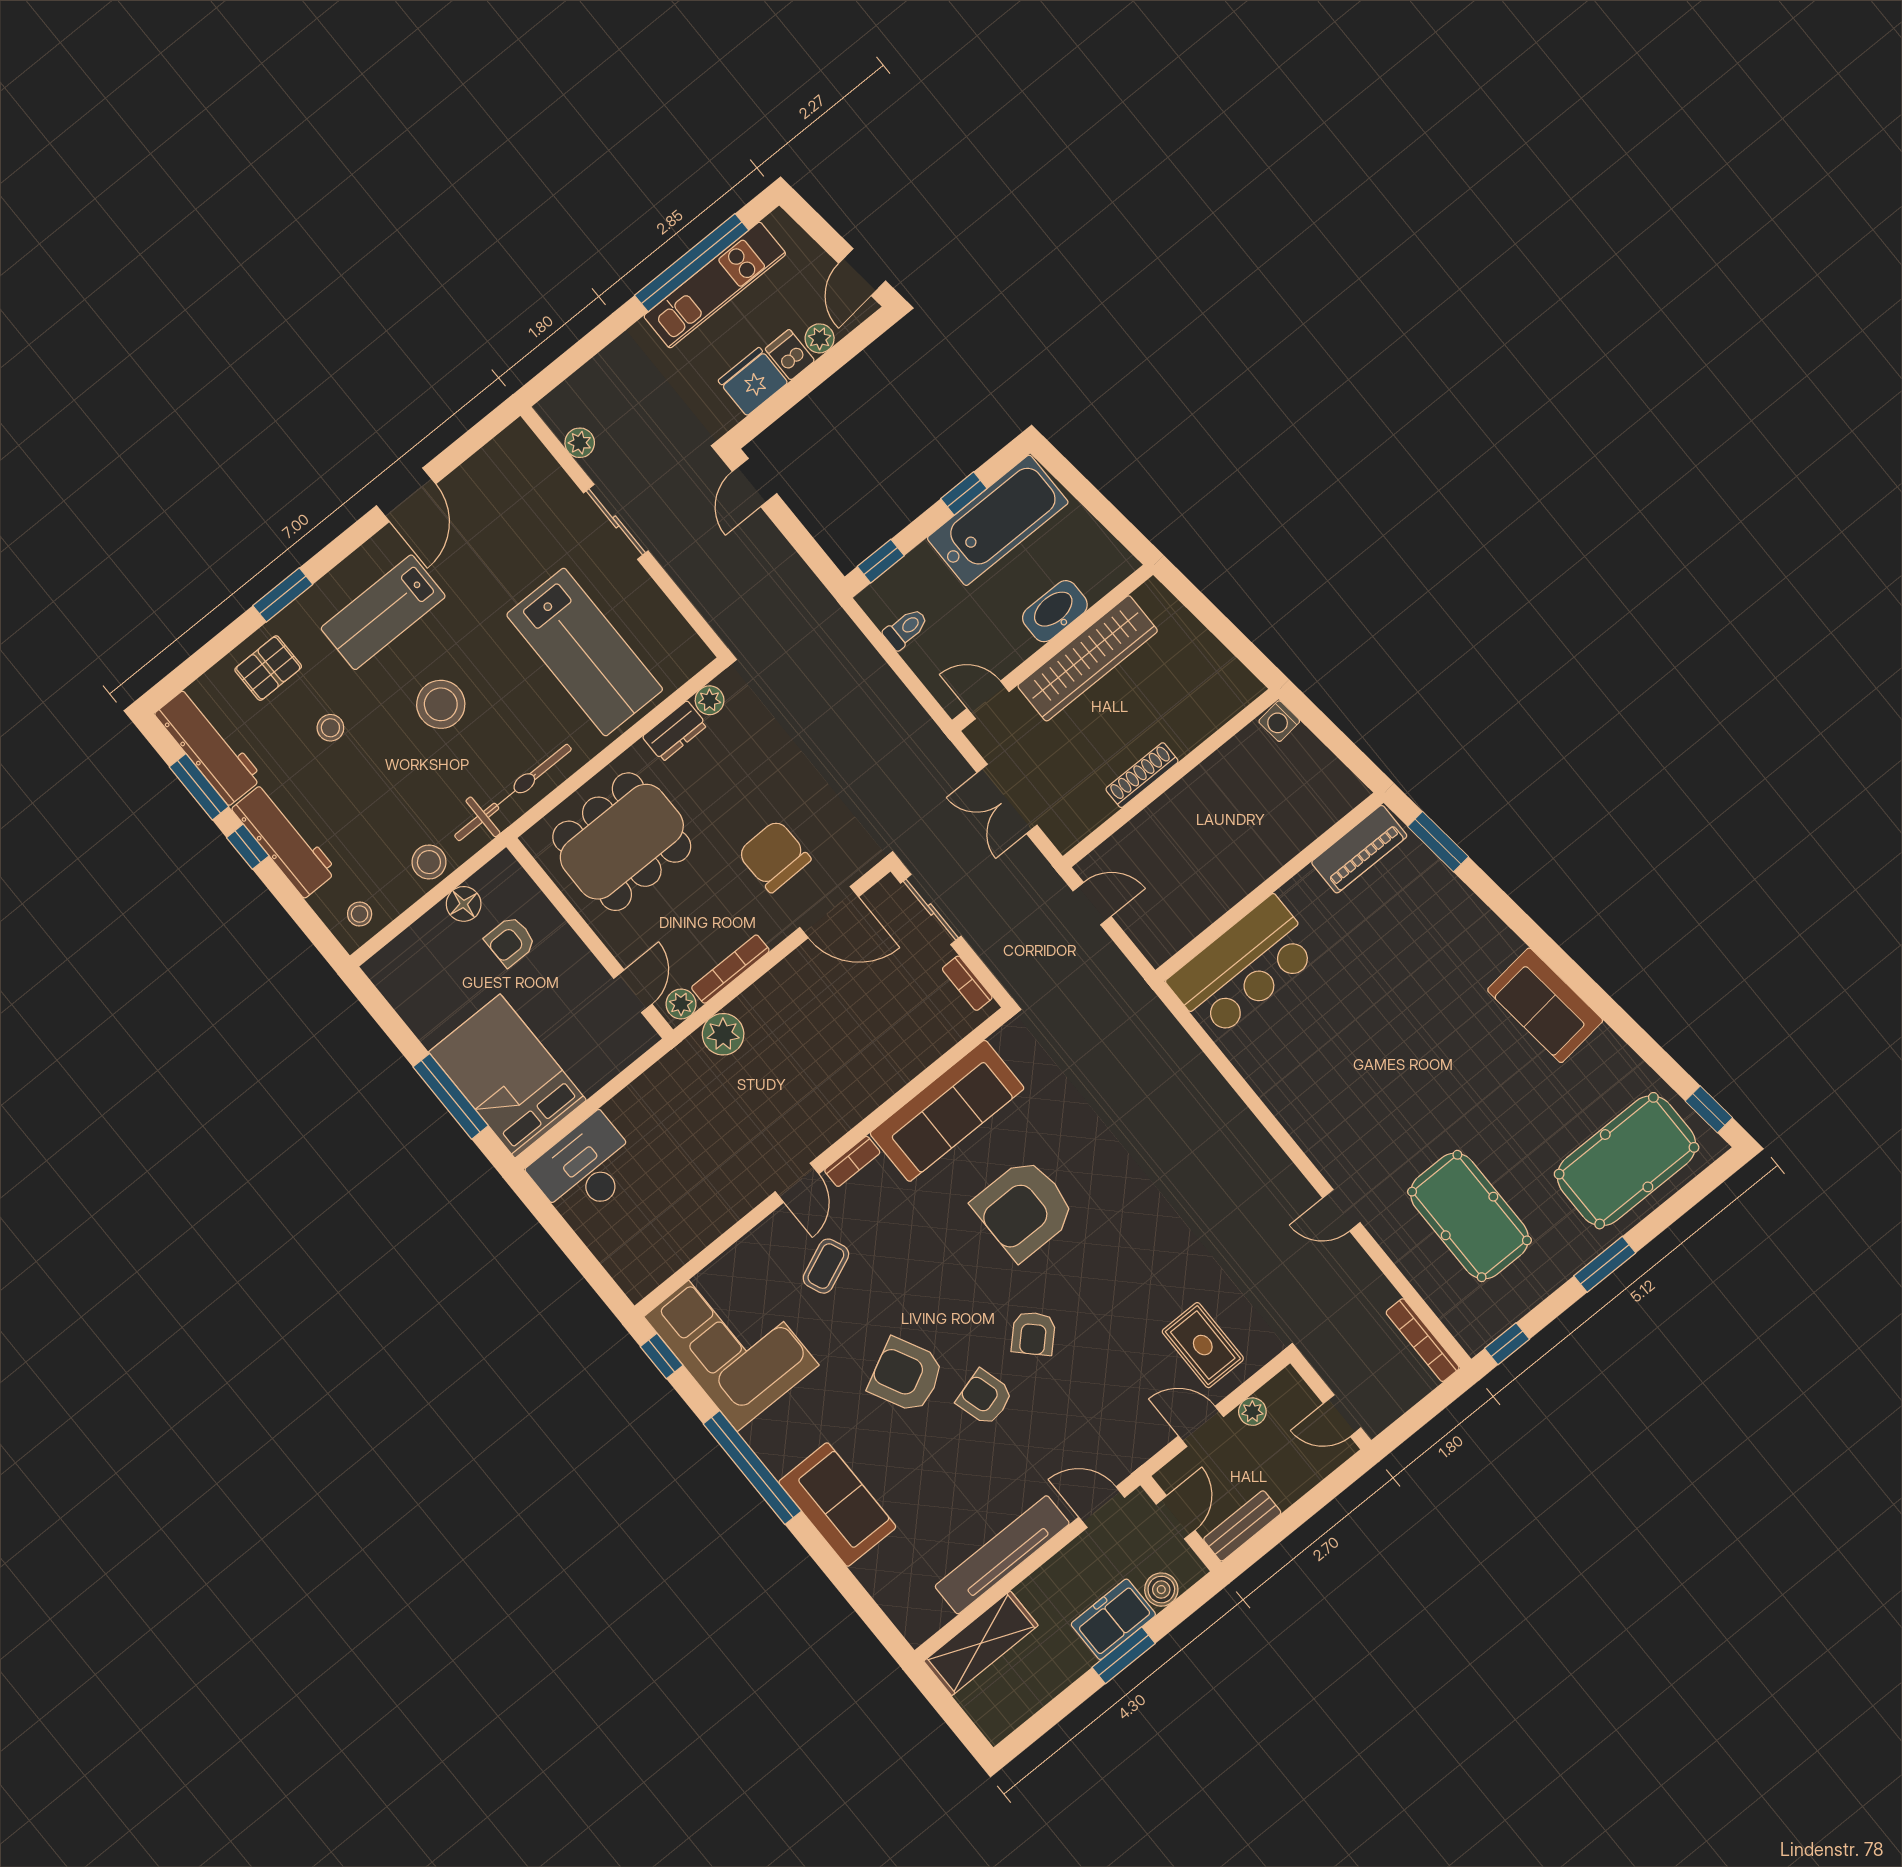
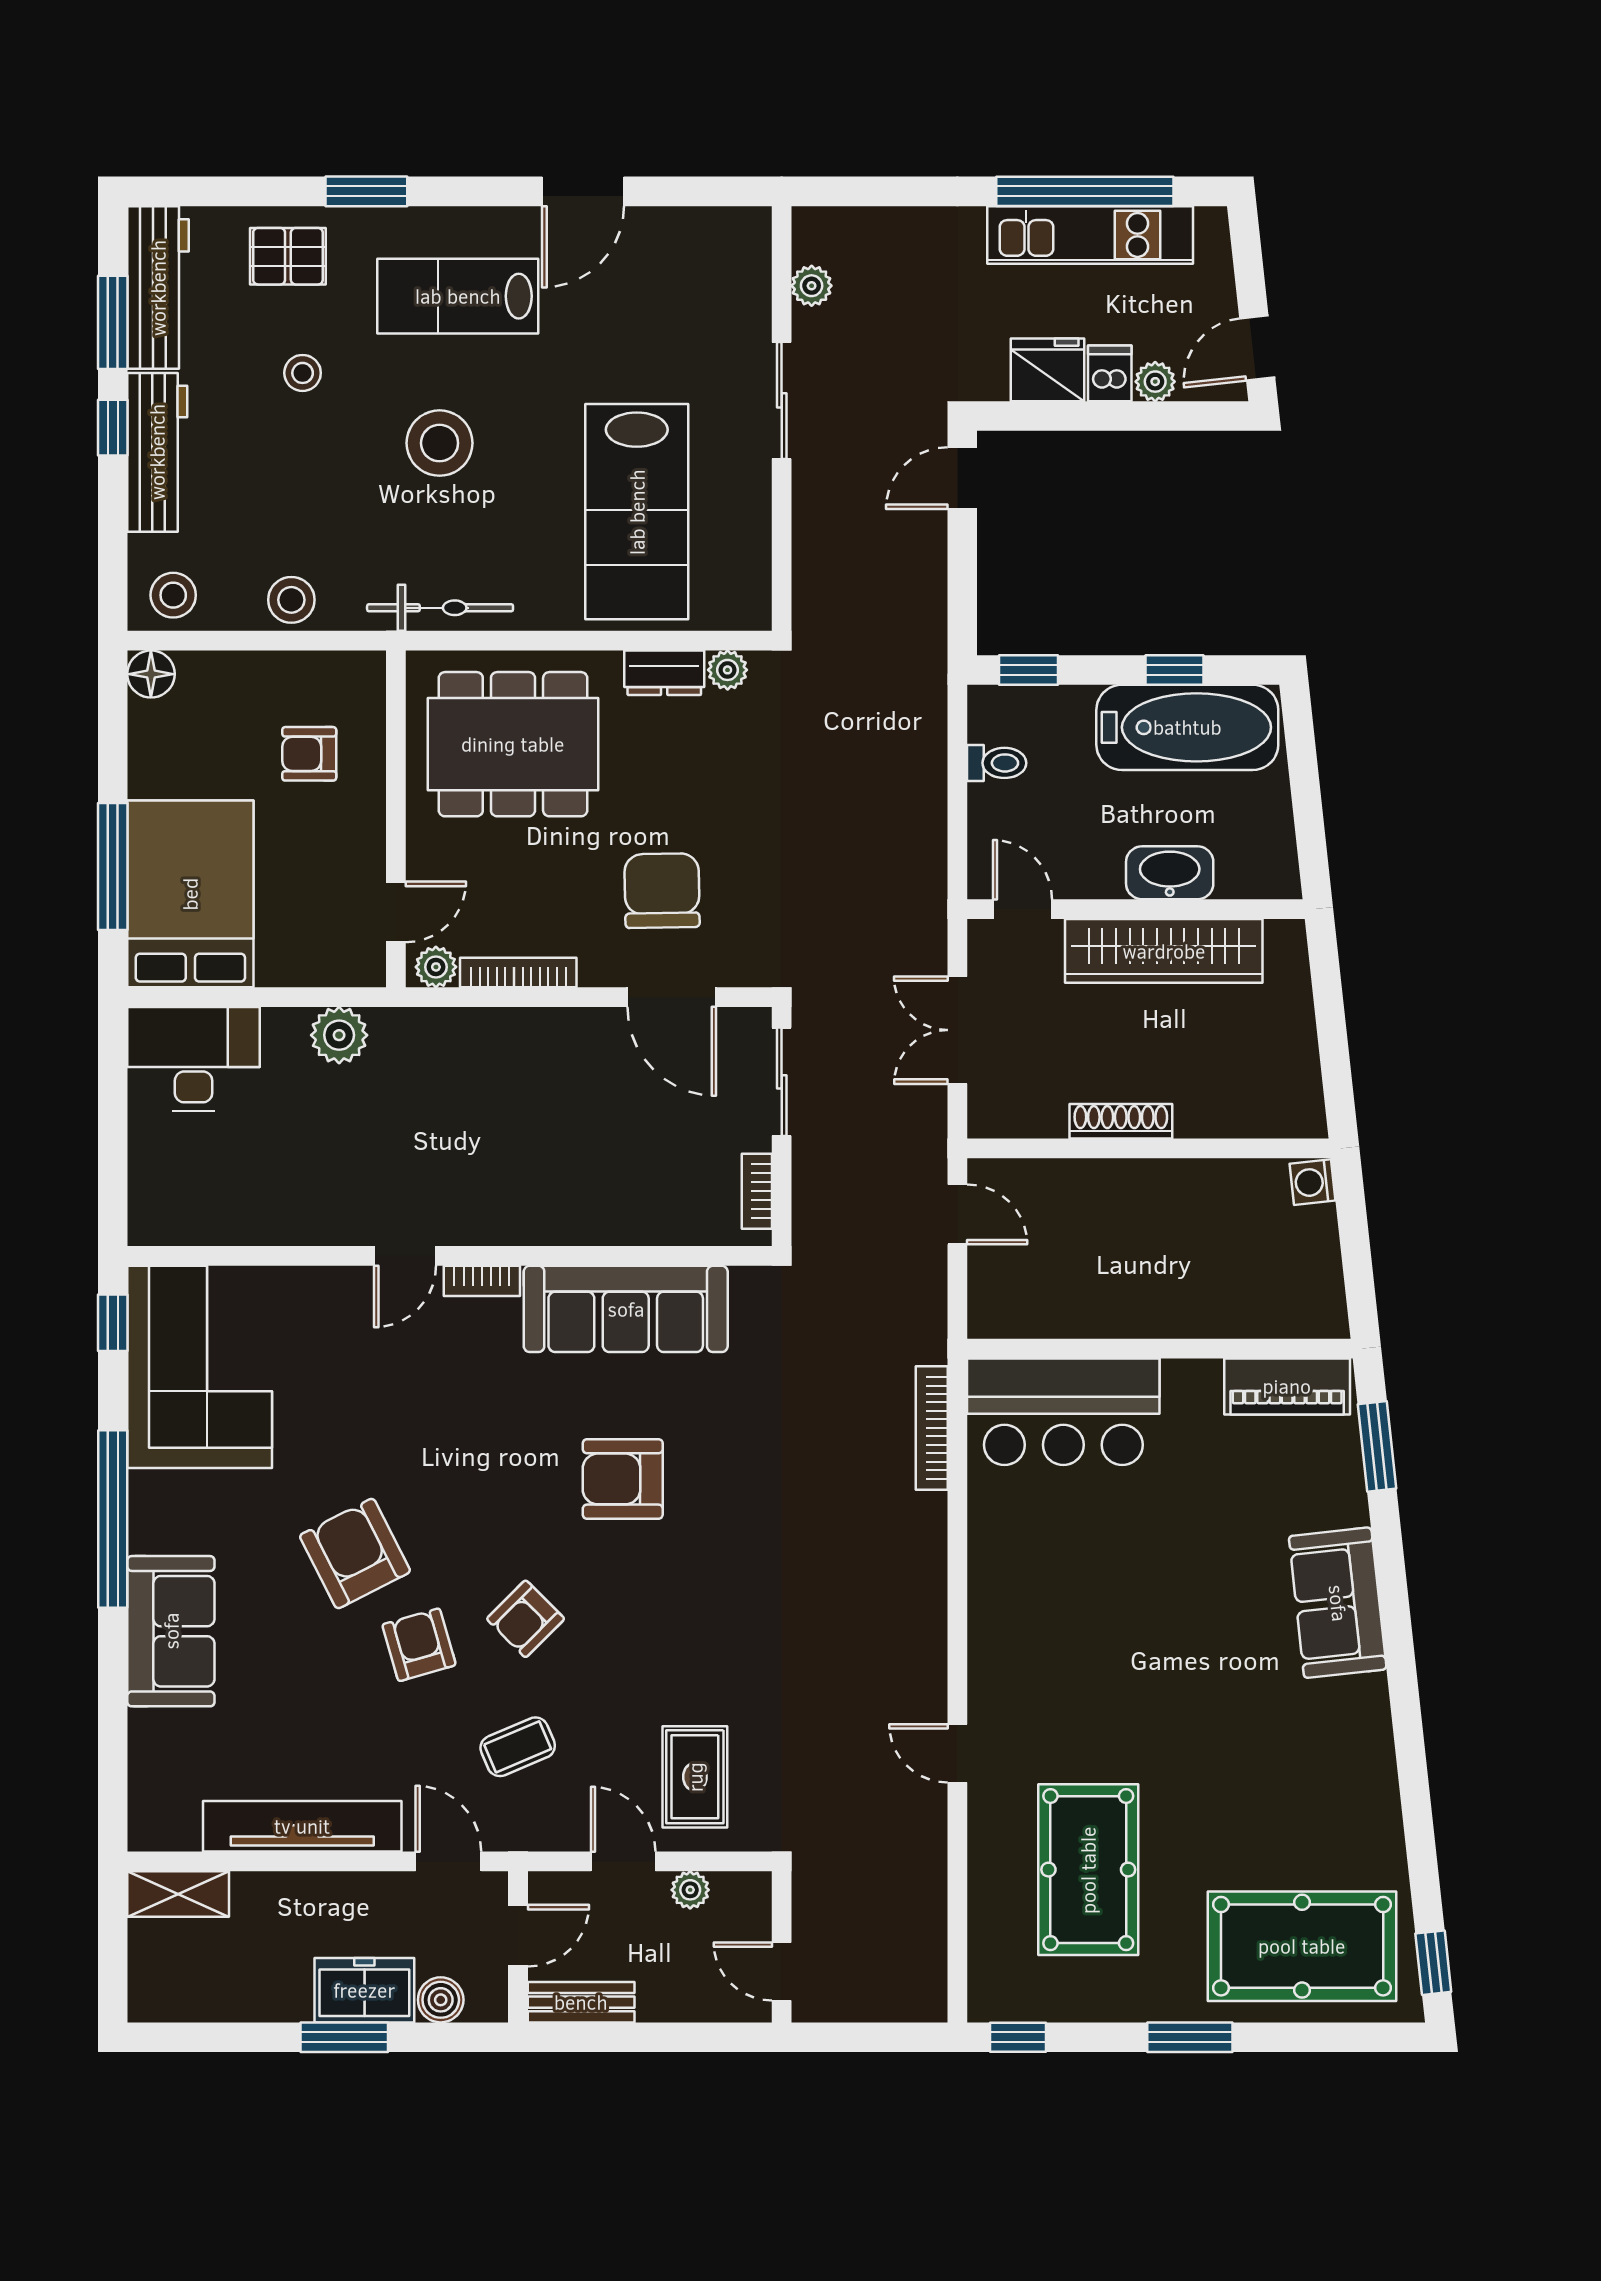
bicycle: (513, 792) -> (440, 608), width x0.73, depth x0.71
floor lamp: (464, 904) -> (151, 674), moved
stool: (360, 914) -> (173, 595), width x1.37, depth x1.37
sofa: (1545, 1005) -> (1338, 1603), moved
plant: (723, 1034) -> (339, 1035), moved
armchair: (1024, 1209) -> (623, 1479), width x0.73, depth x0.73
coffee table: (826, 1266) -> (518, 1747), moved
bookcase: (1423, 1340) -> (932, 1428), moved
shelving: (981, 1643) -> (178, 1894), width x0.67, depth x0.75

